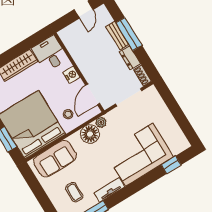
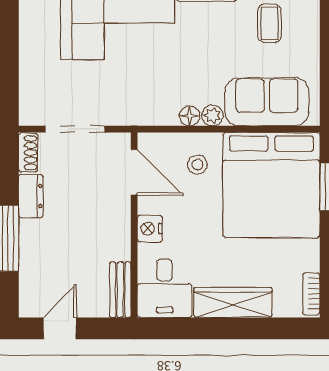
bench: (117, 36) -> (120, 290), moved
door: (93, 94) -> (134, 172), hinge flipped
plant: (101, 122) -> (212, 115), moved
floor lamp: (90, 134) -> (190, 116), width x0.53, depth x0.53

